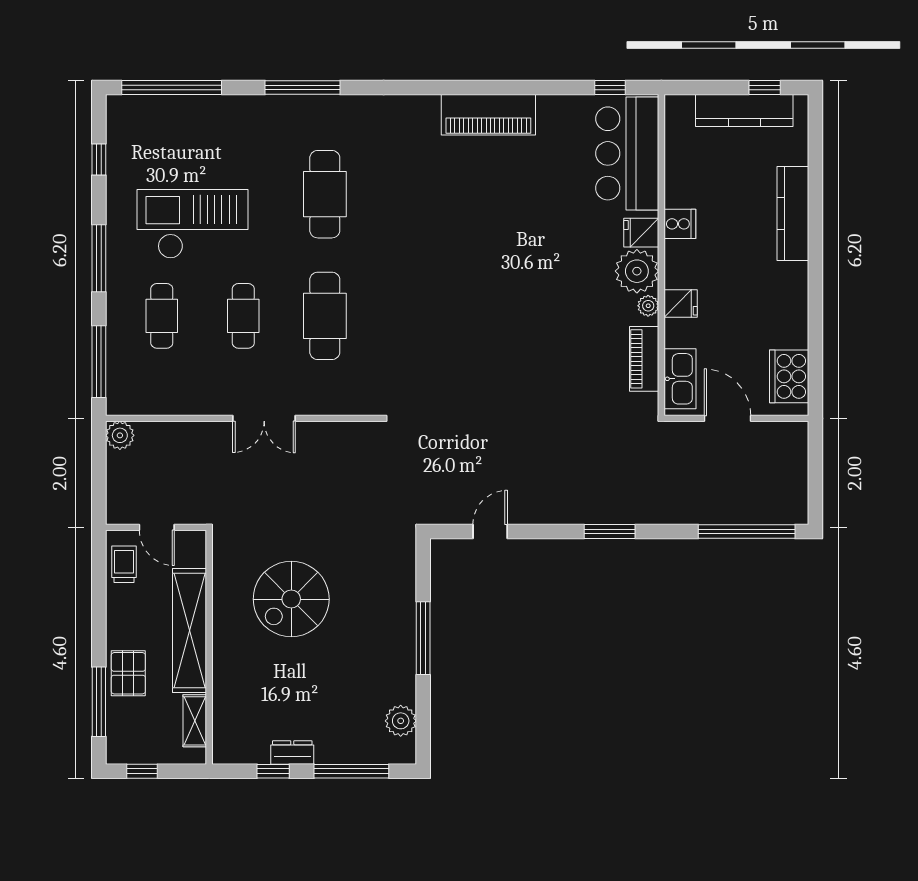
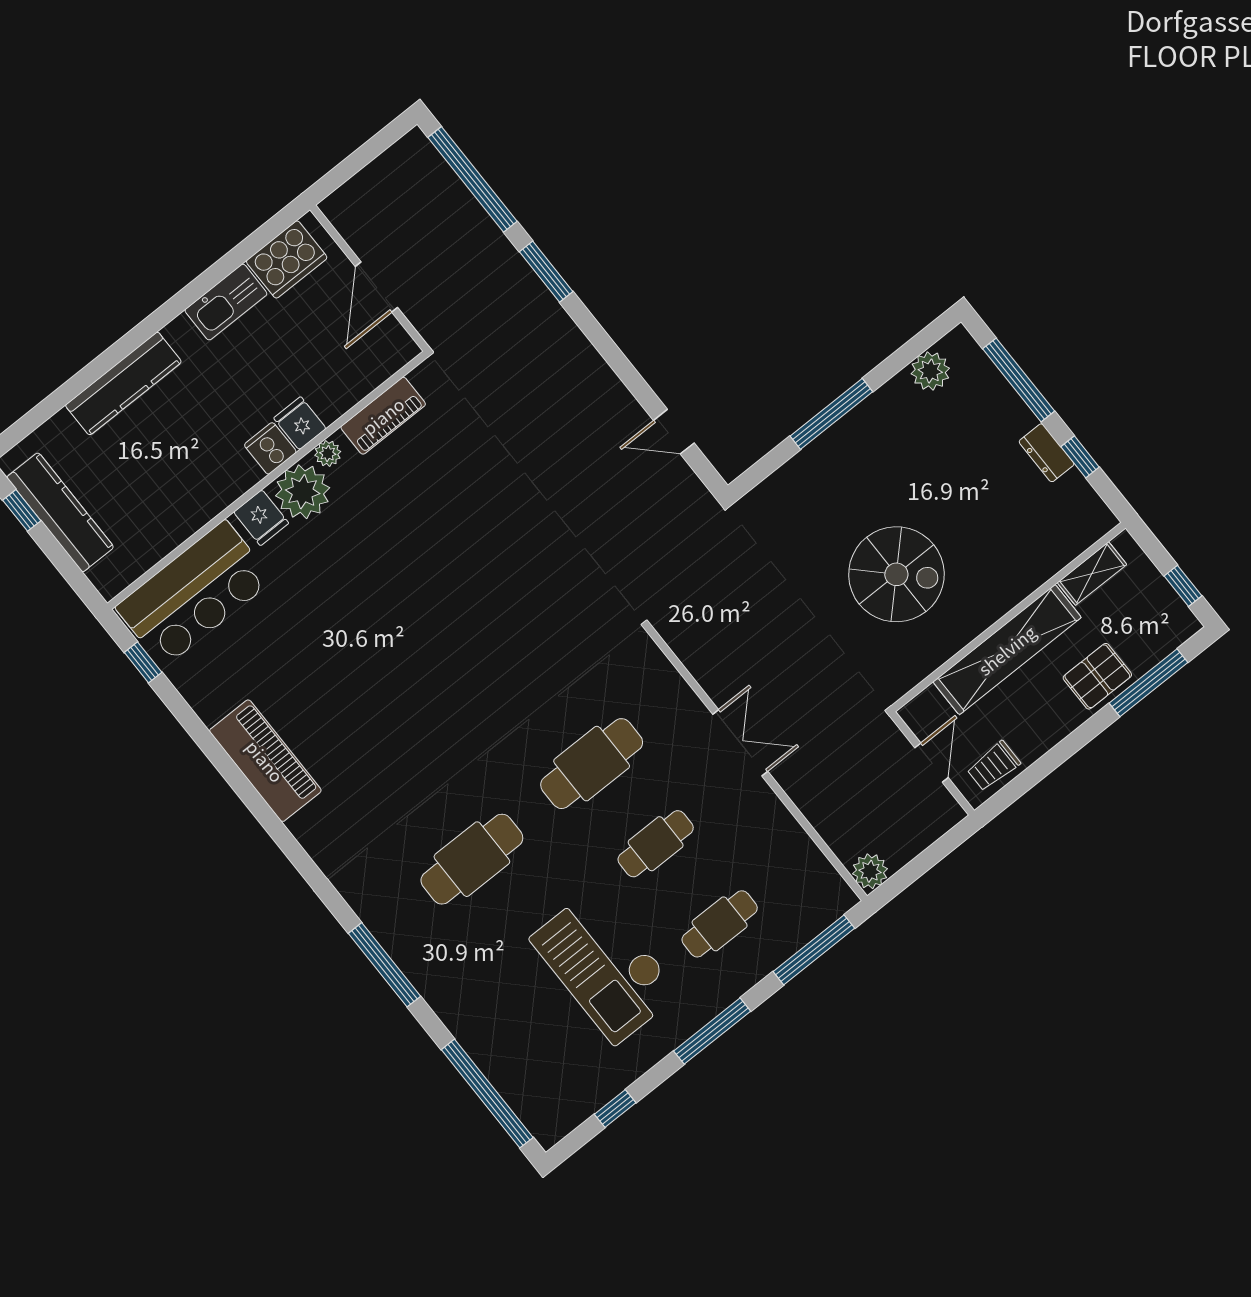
cooker: (680, 224) -> (270, 448), moved
kitchen sink: (680, 379) -> (226, 302), moved, turned 180
window: (610, 532) -> (546, 272), moved

